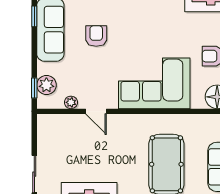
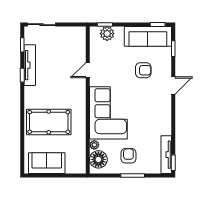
plant: (71, 102) -> (94, 145), moved

